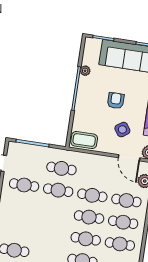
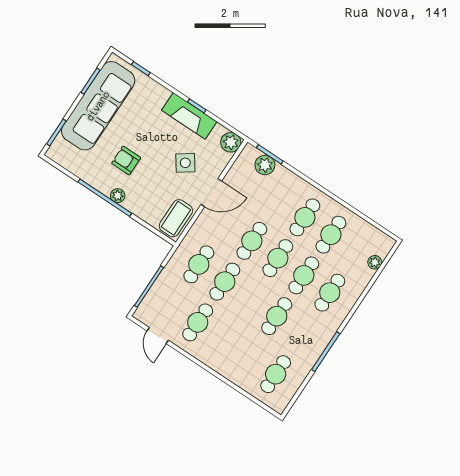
plant: (85, 71) -> (118, 196), moved
armchair: (116, 101) -> (126, 161), moved
door: (129, 158) -> (211, 193), moved
cafe table: (126, 200) -> (277, 316), moved

